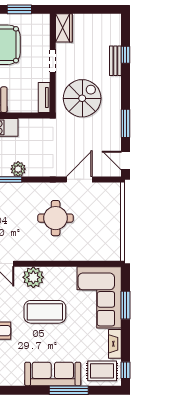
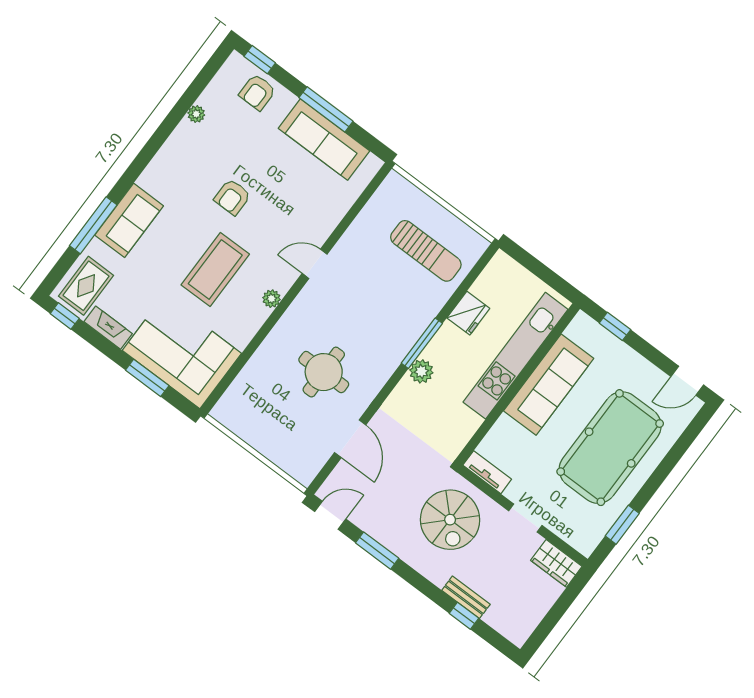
plant: (33, 277) -> (271, 299), width x0.53, depth x0.53
sofa: (53, 374) -> (129, 220), width x0.73

